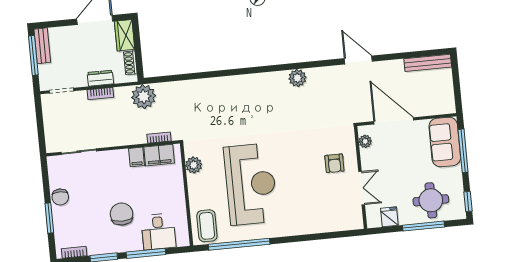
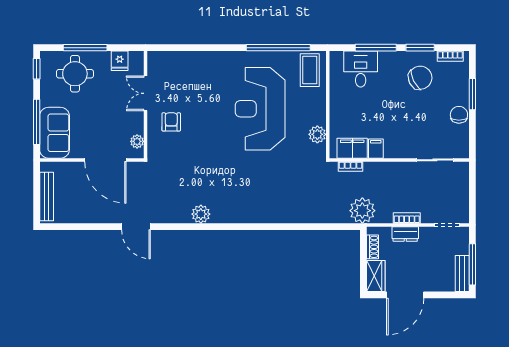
bench: (428, 63) -> (47, 197), moved, turned 90
chair: (122, 214) -> (420, 78), moved, turned -116

